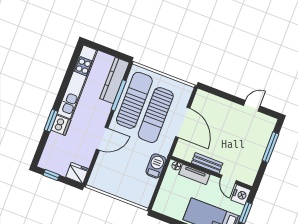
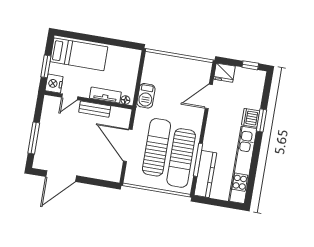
door: (252, 106) -> (61, 176), width x1.88
door: (102, 139) -> (209, 96), moved
door: (229, 179) -> (70, 97), swing flipped

